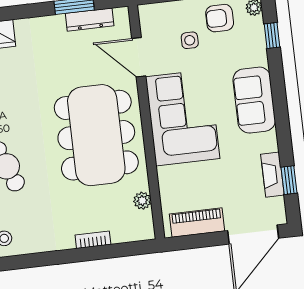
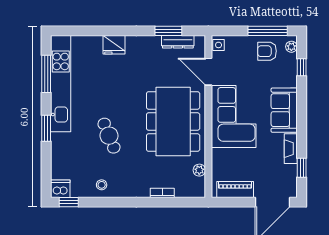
side table: (190, 40) -> (219, 45), moved
fireplace: (272, 175) -> (291, 149), moved

